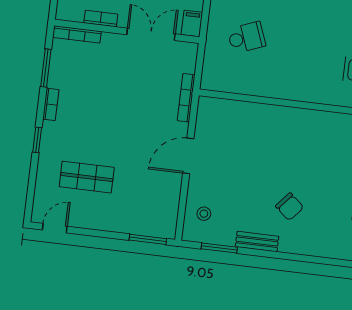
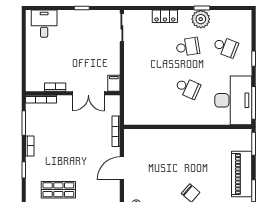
double door: (151, 34) -> (88, 93), swing flipped
school desk: (246, 37) -> (188, 88), moved, turned 45

